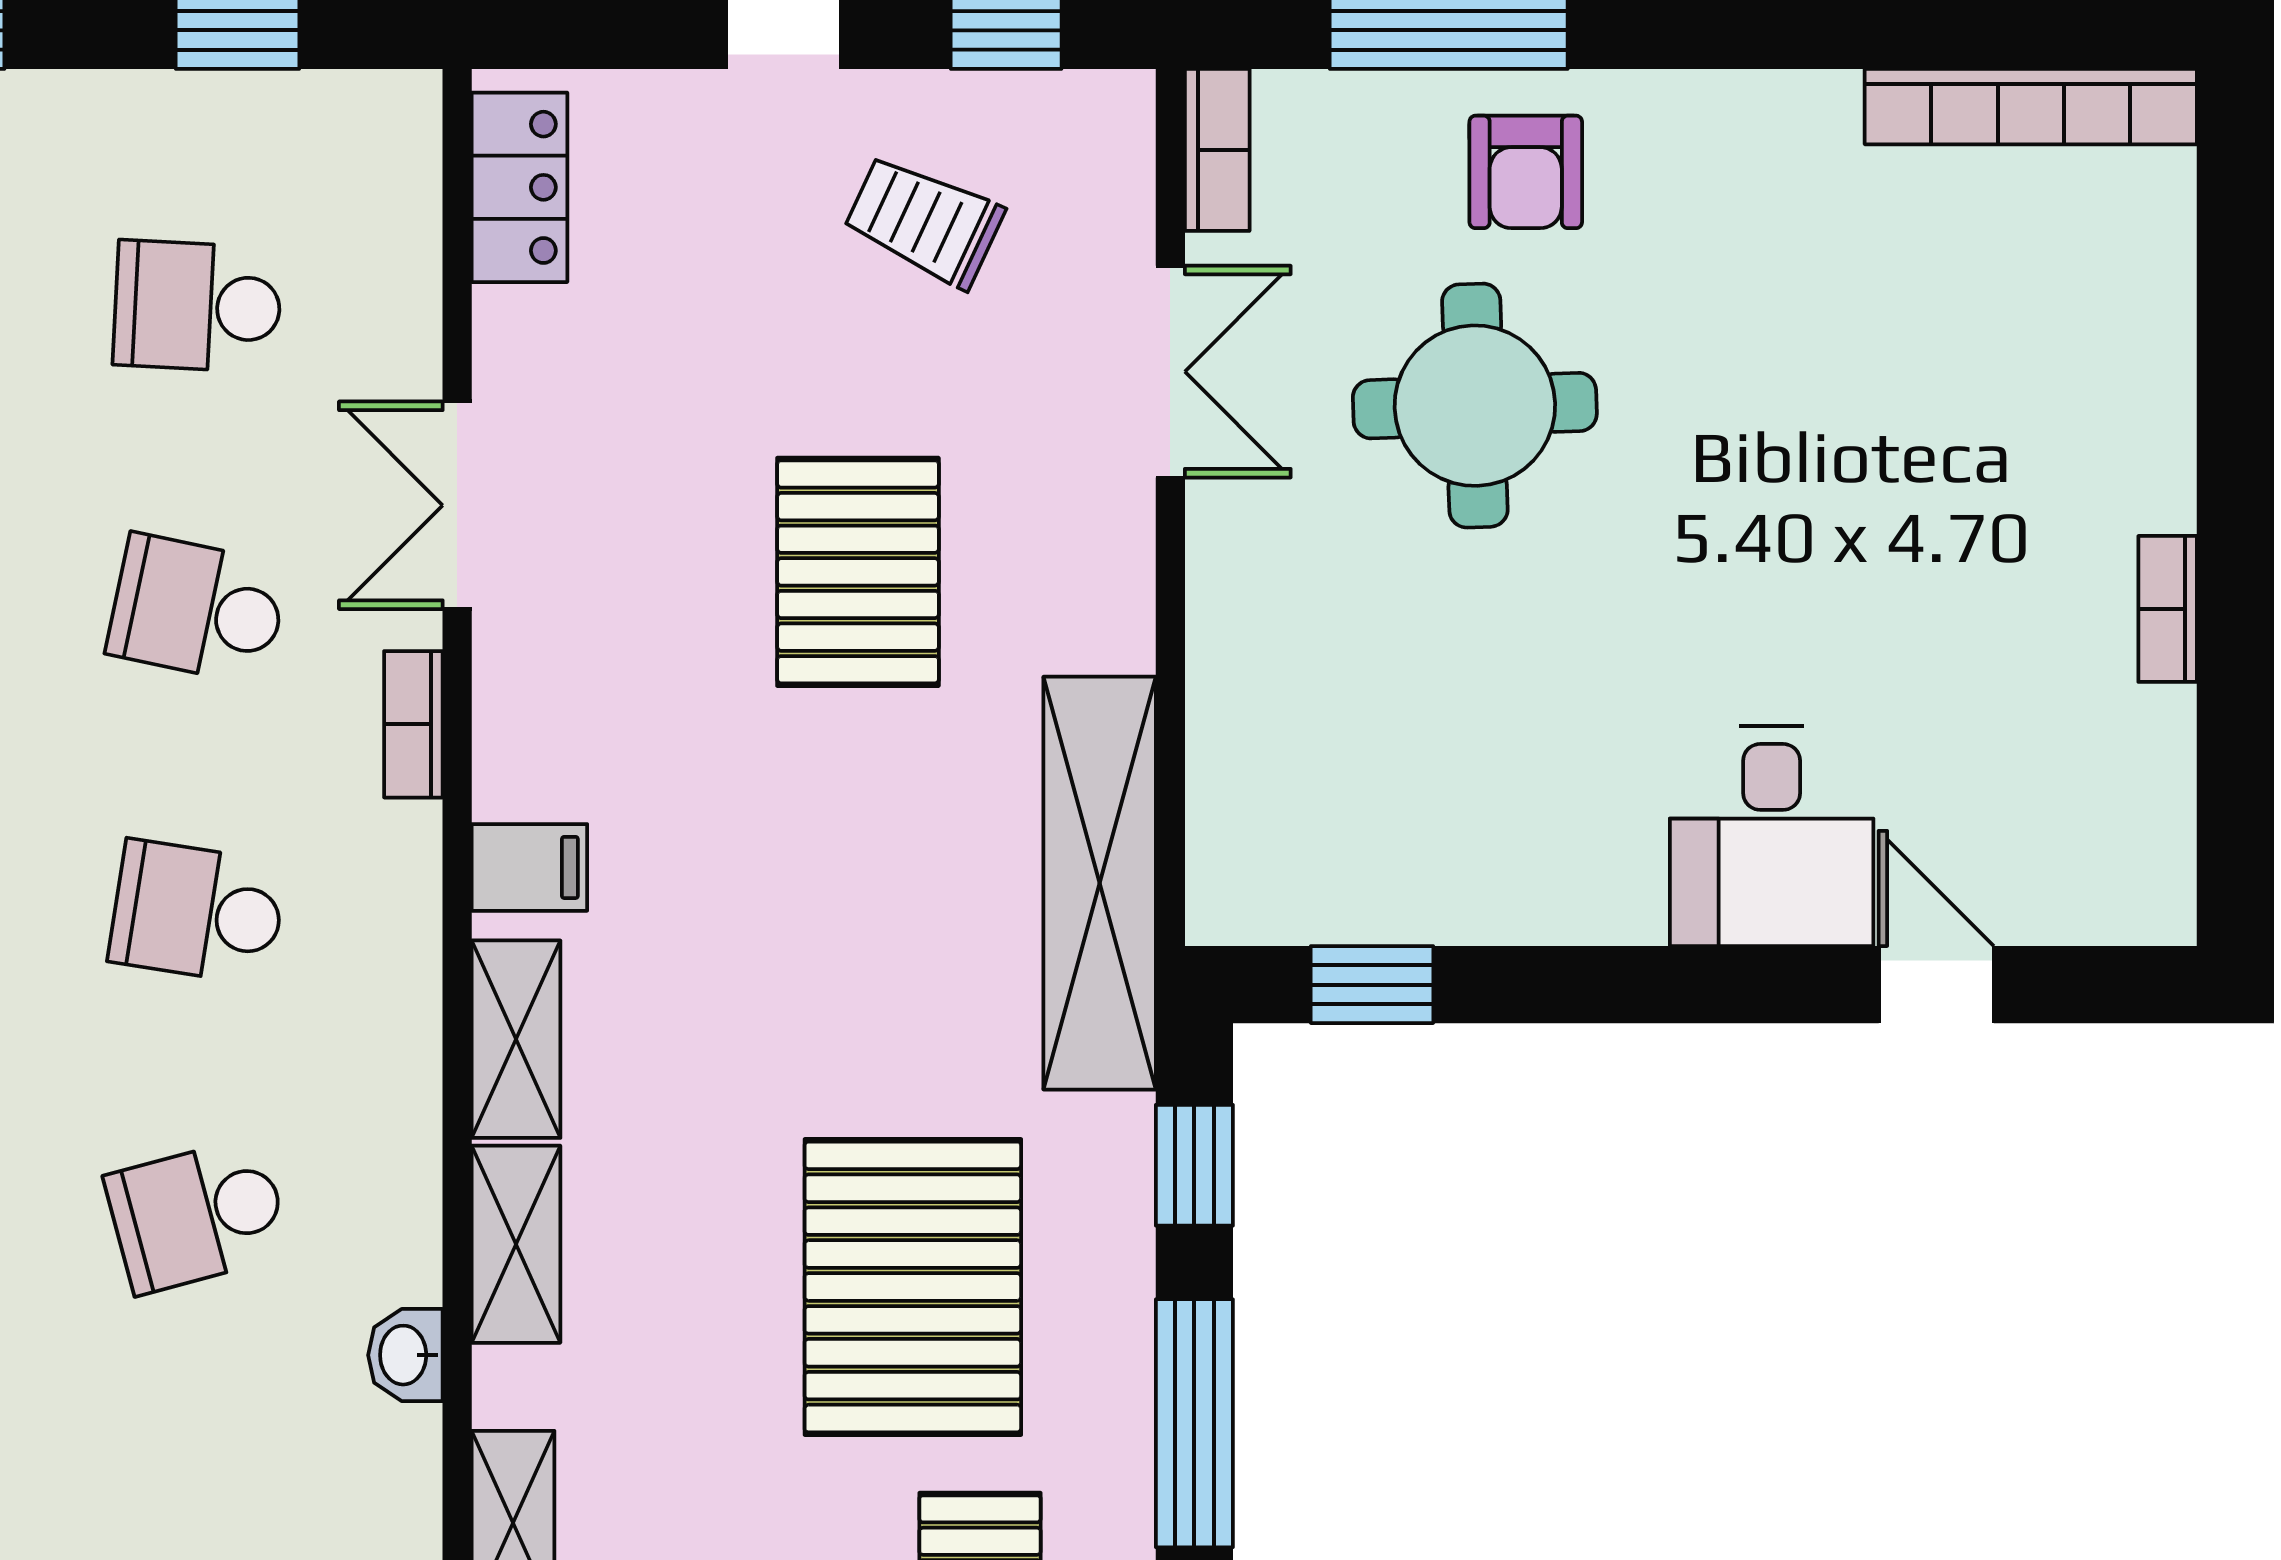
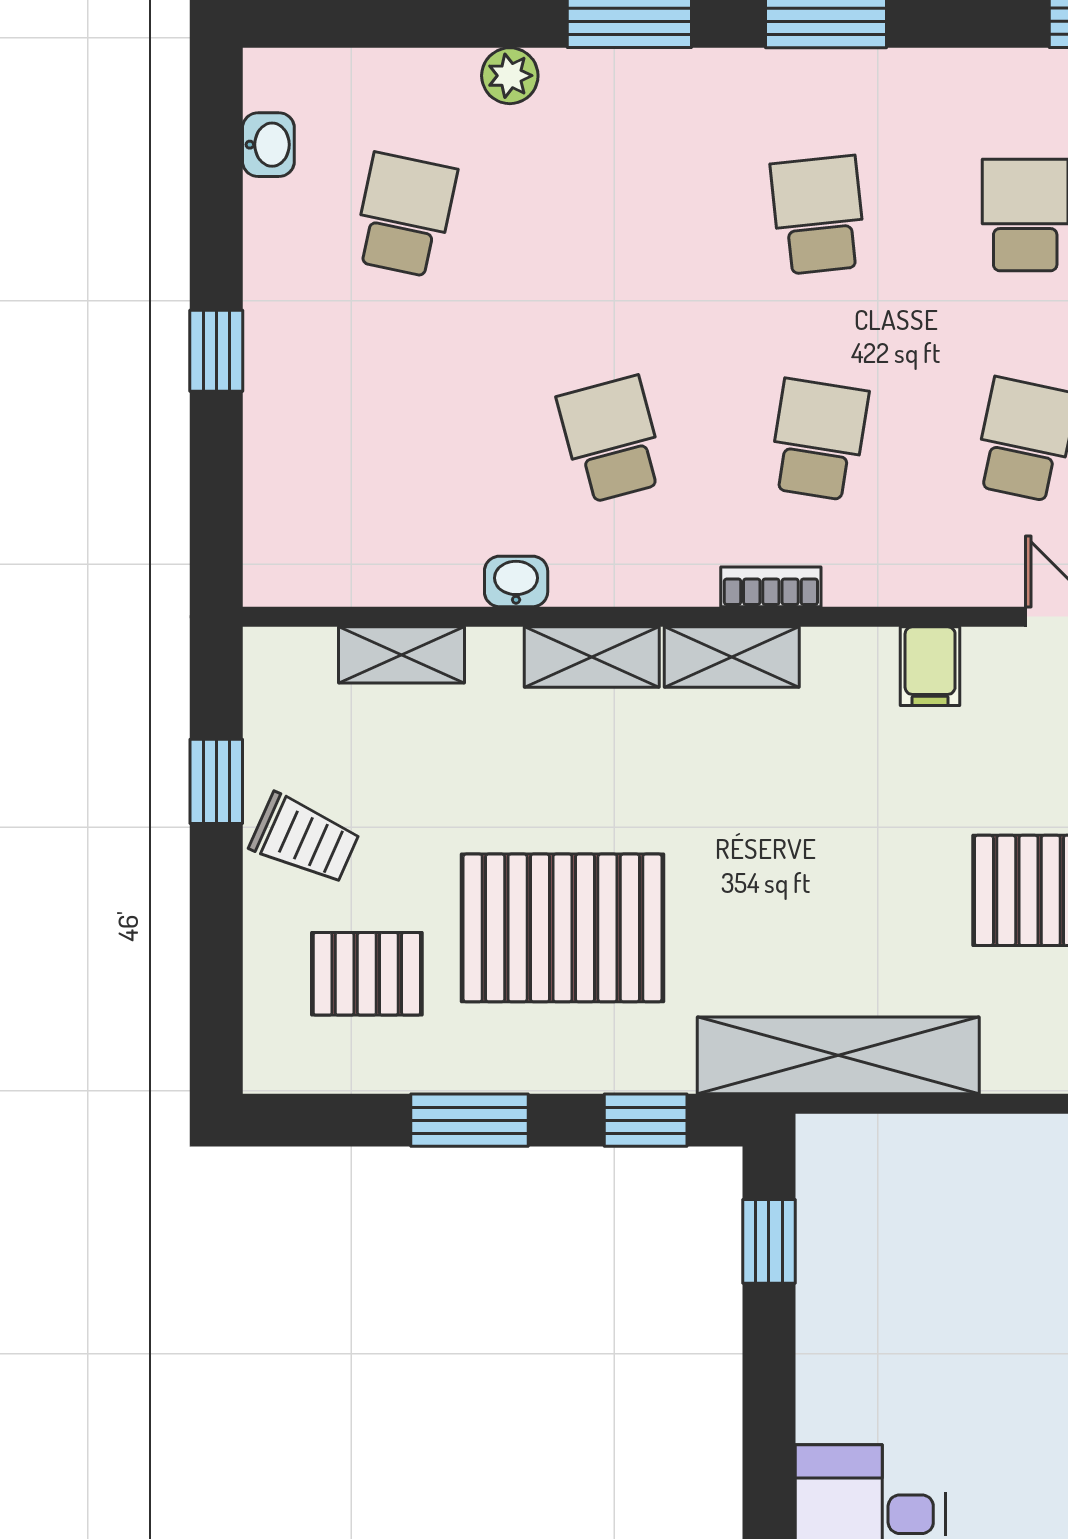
bookcase: (413, 724) -> (771, 587), moved
filing cabinet: (529, 867) -> (930, 666), moved
window: (1194, 1423) -> (469, 1120), width x0.69

